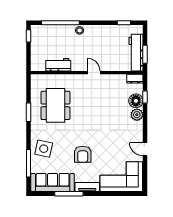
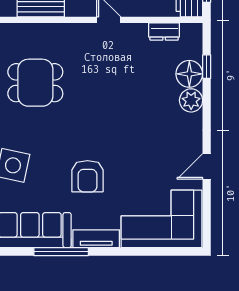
dresser: (135, 79) -> (164, 32), moved
dining table: (55, 105) -> (35, 83), width x0.73
door: (145, 149) -> (207, 166), hinge flipped

